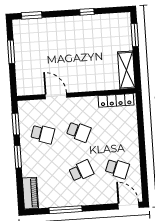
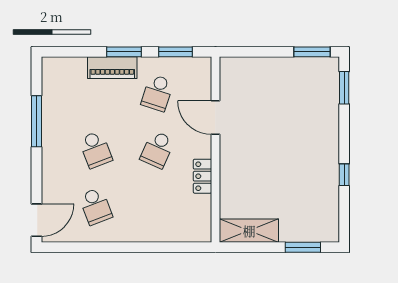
window: (11, 52) -> (312, 52), moved
door: (56, 96) -> (215, 118), swing flipped
locker: (116, 100) -> (202, 176), moved, width x0.66
school desk: (117, 169) -> (96, 206), turned -42
piano: (30, 193) -> (112, 68), moved

